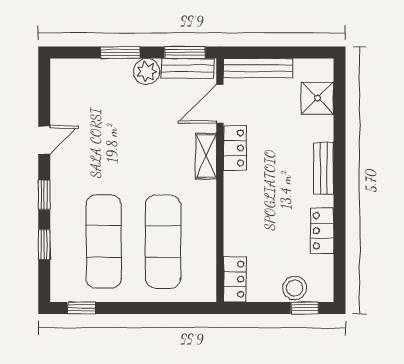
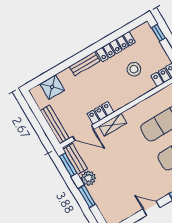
locker: (322, 231) -> (116, 47), width x1.53
stool: (295, 288) -> (134, 69), moved

